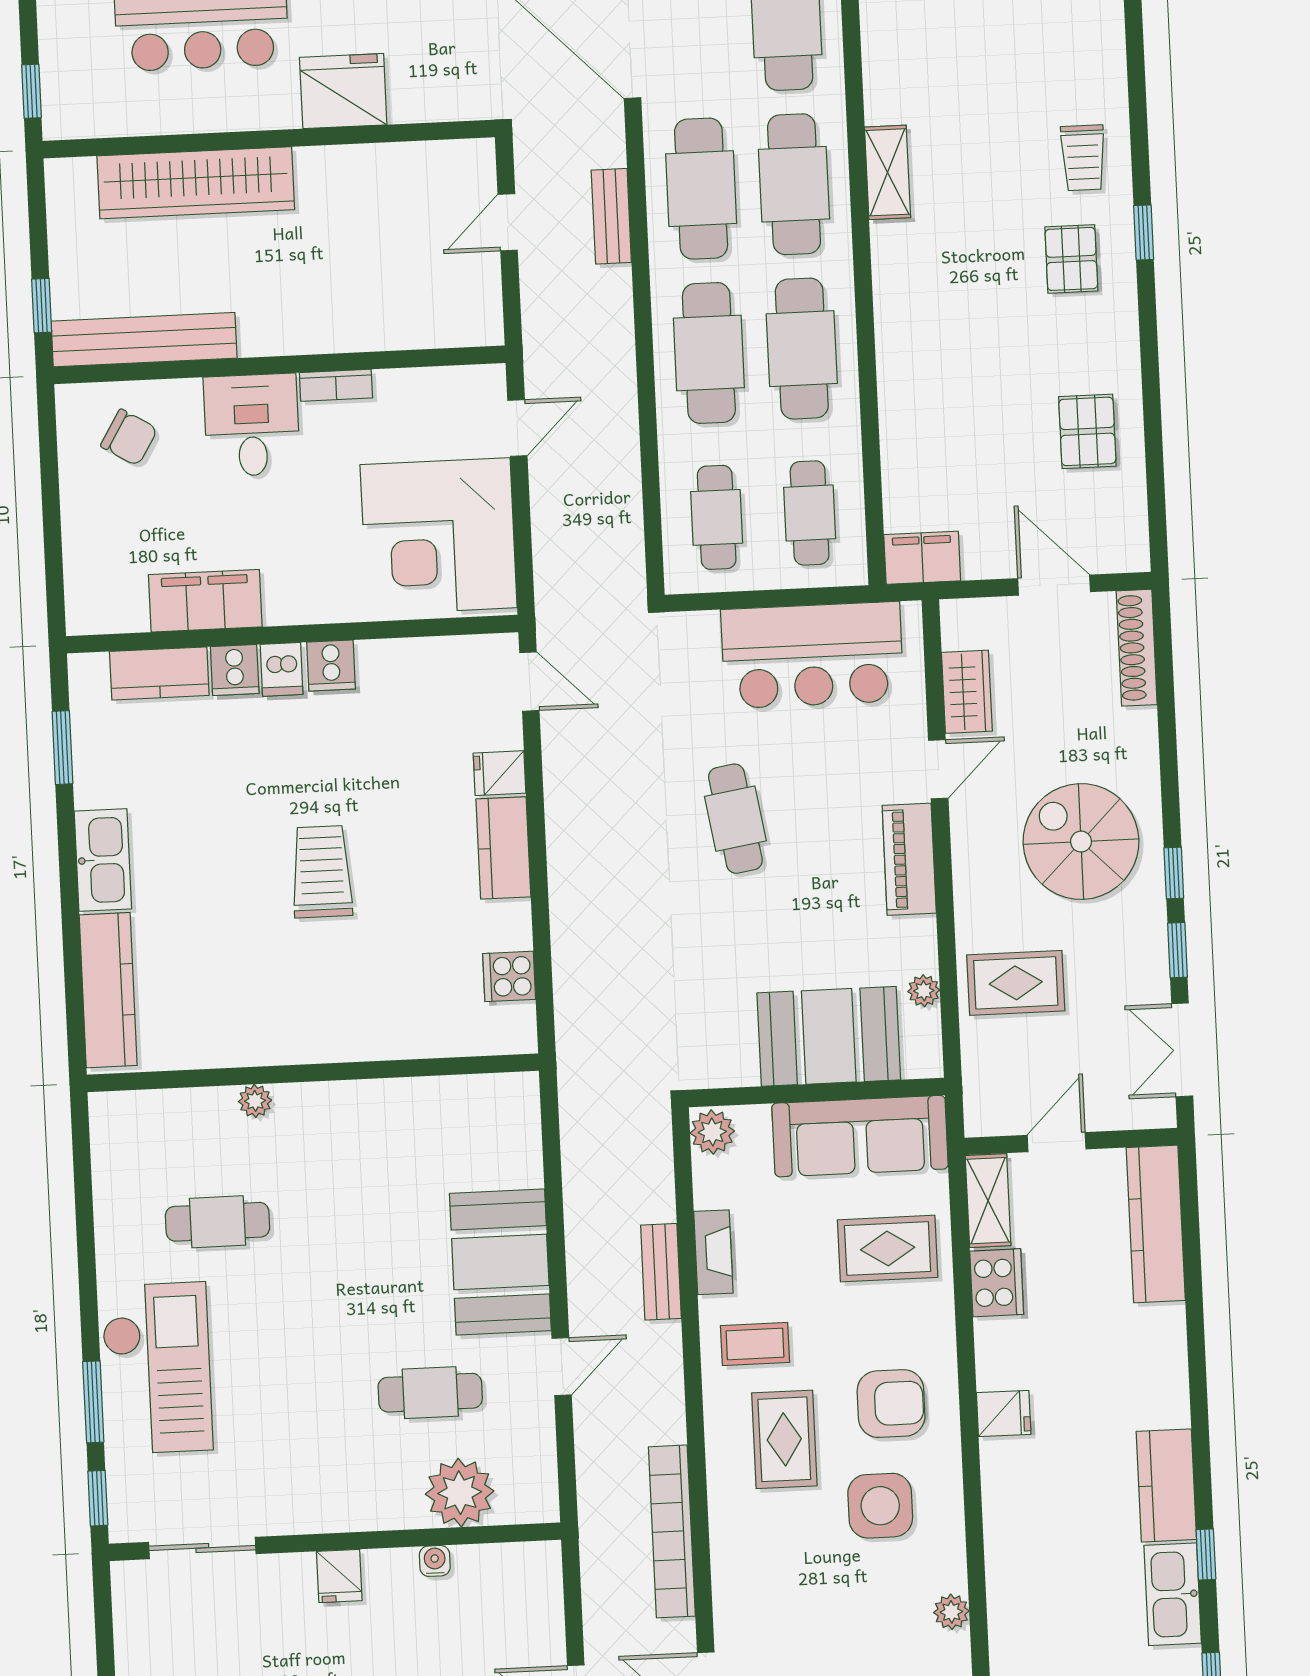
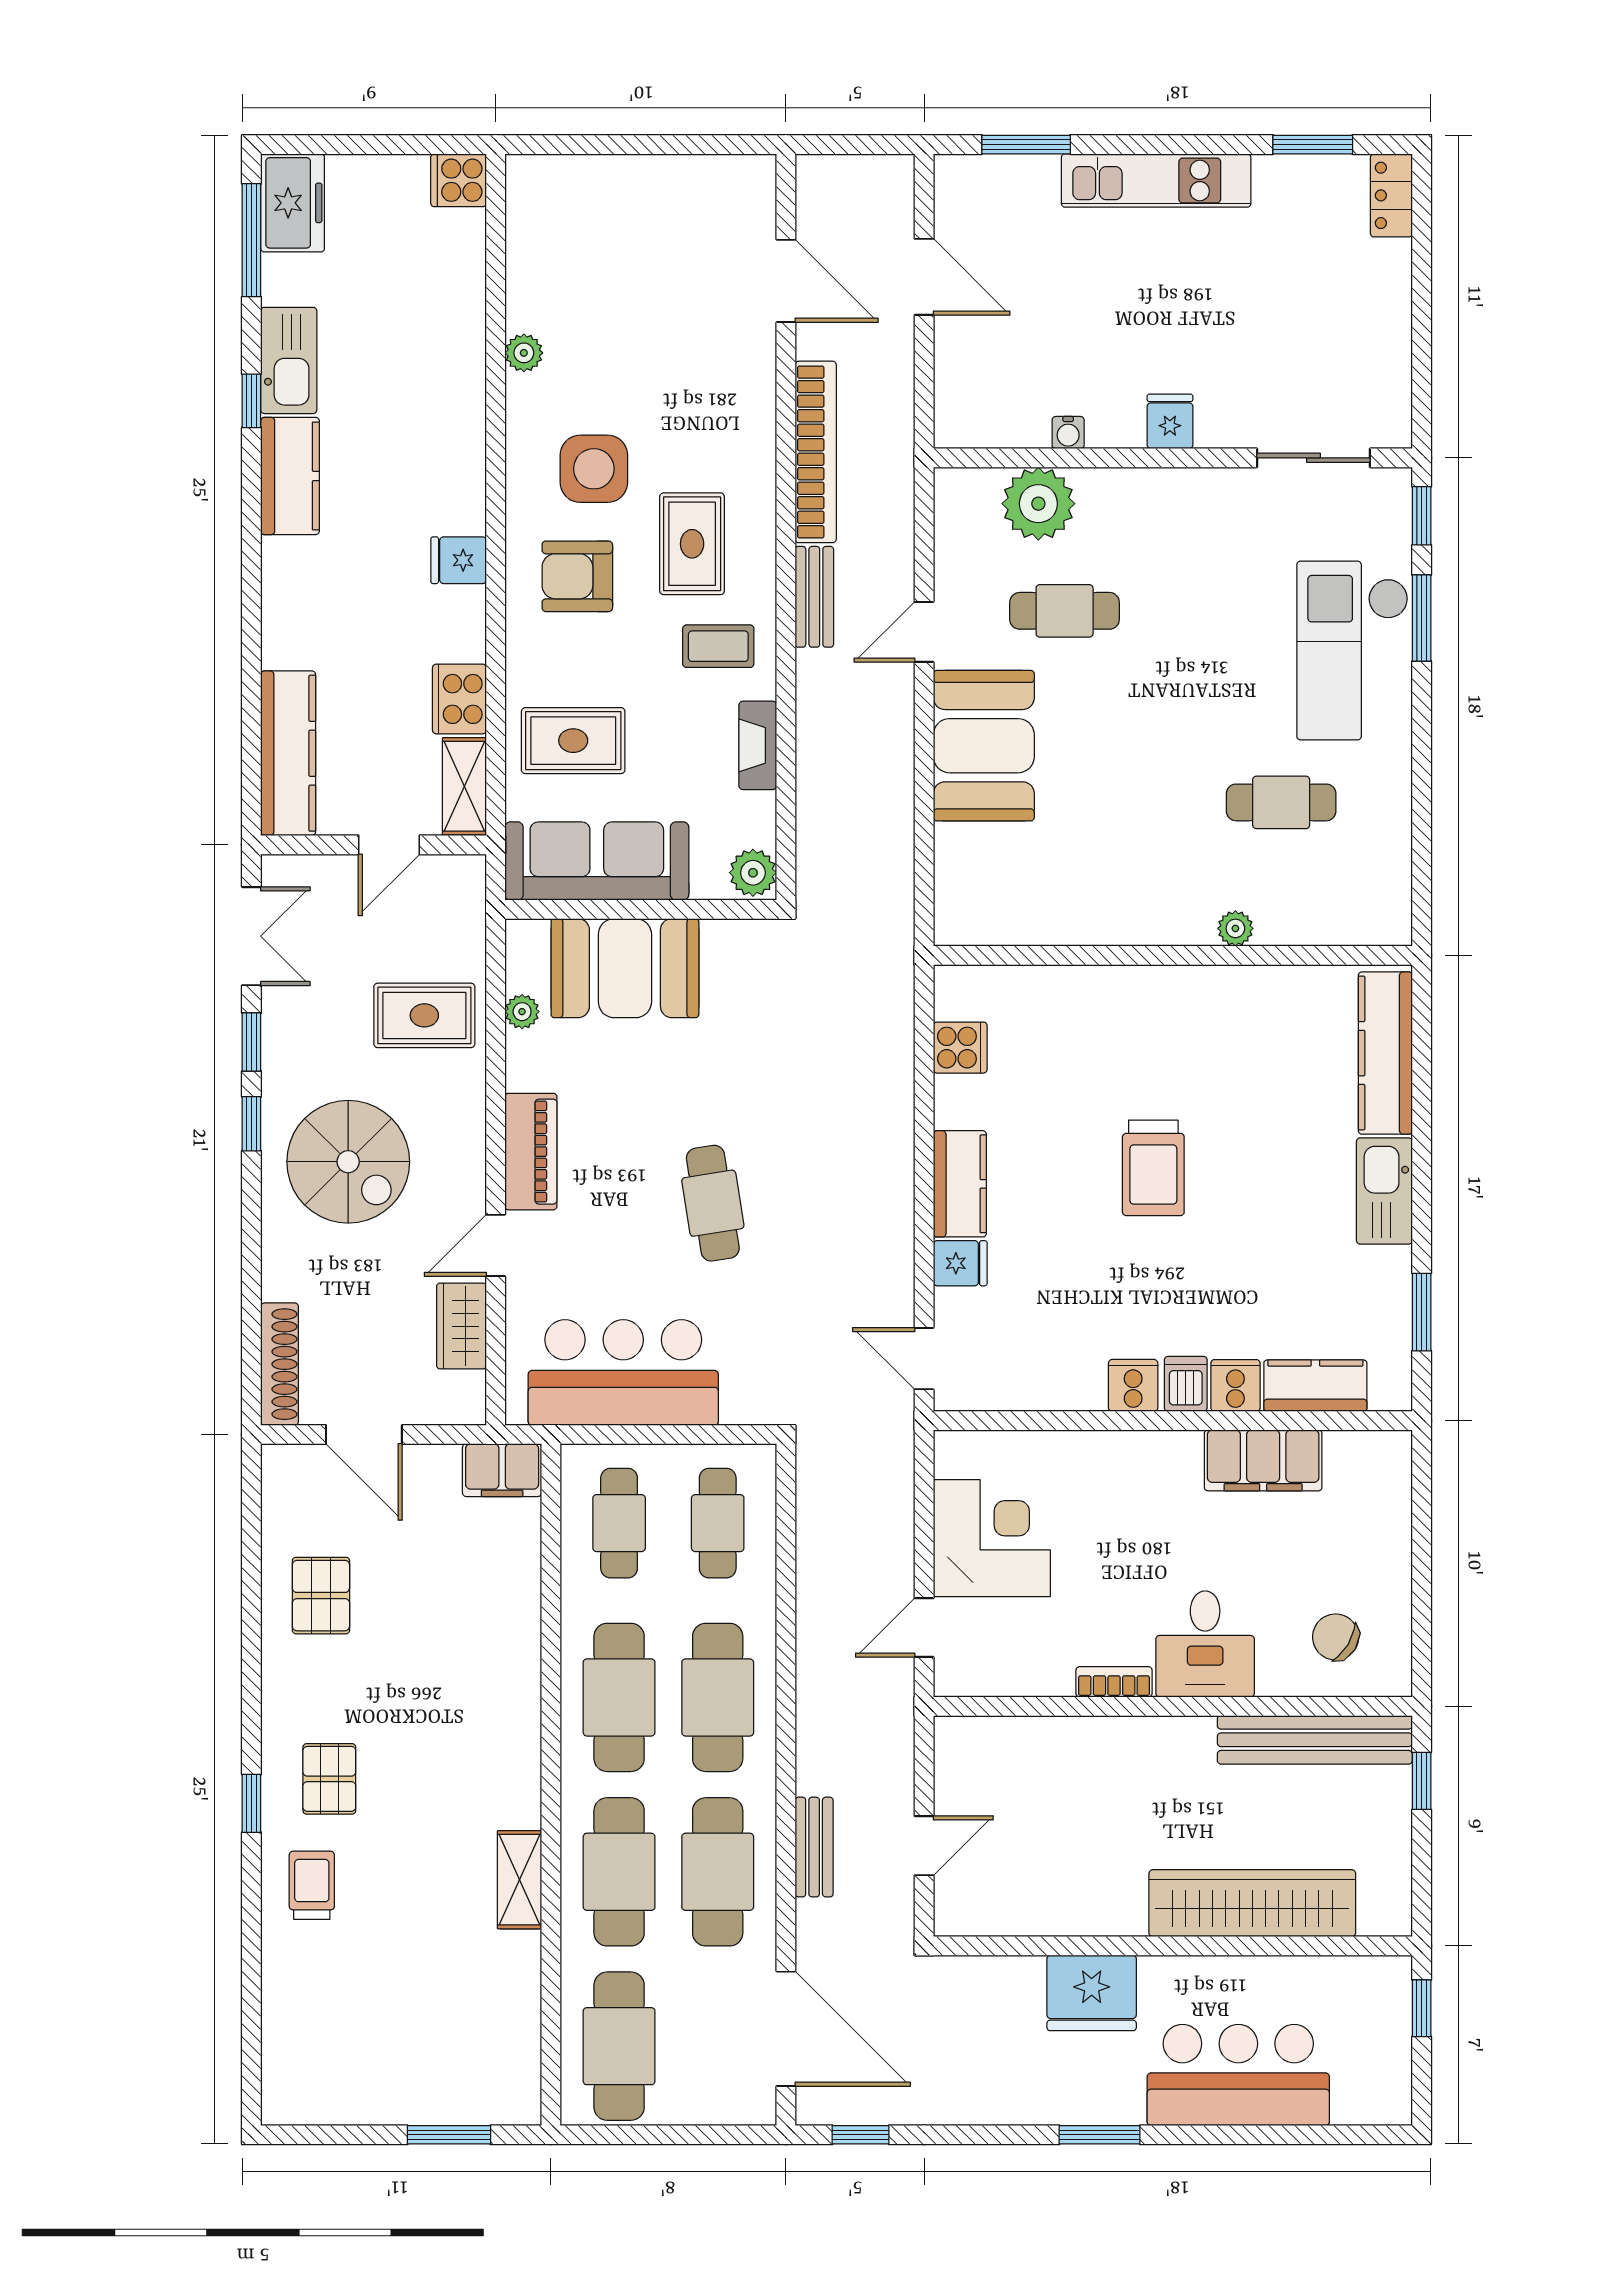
corner desk: (439, 536) -> (992, 1538), width x0.74, depth x0.74
bench: (661, 1272) -> (814, 597), moved

